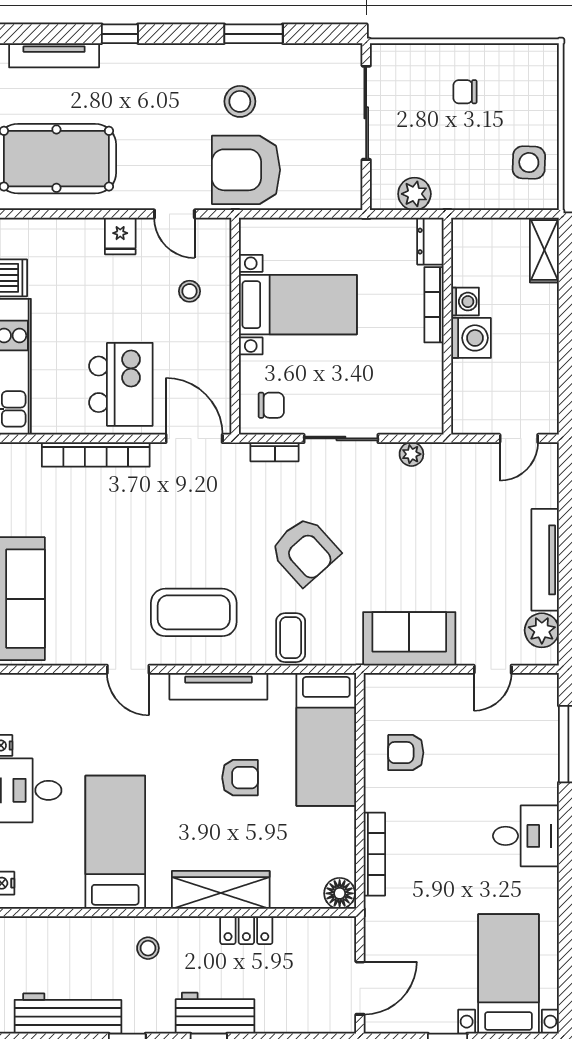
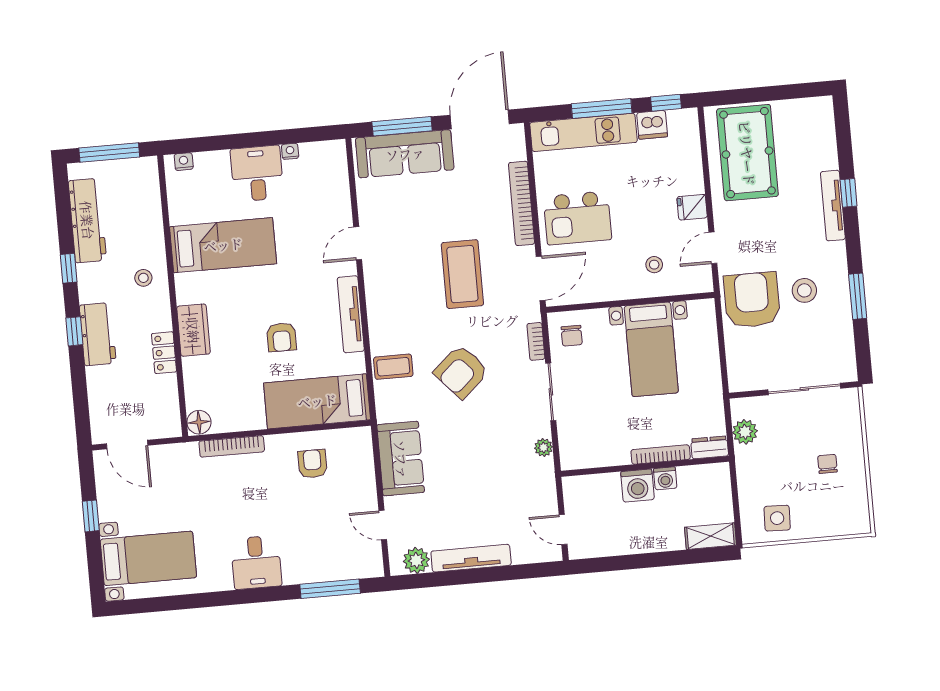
tv unit: (54, 55) -> (833, 206), moved
coffee table: (194, 612) -> (462, 274), moved
wardrobe: (221, 890) -> (193, 330), width x0.67

